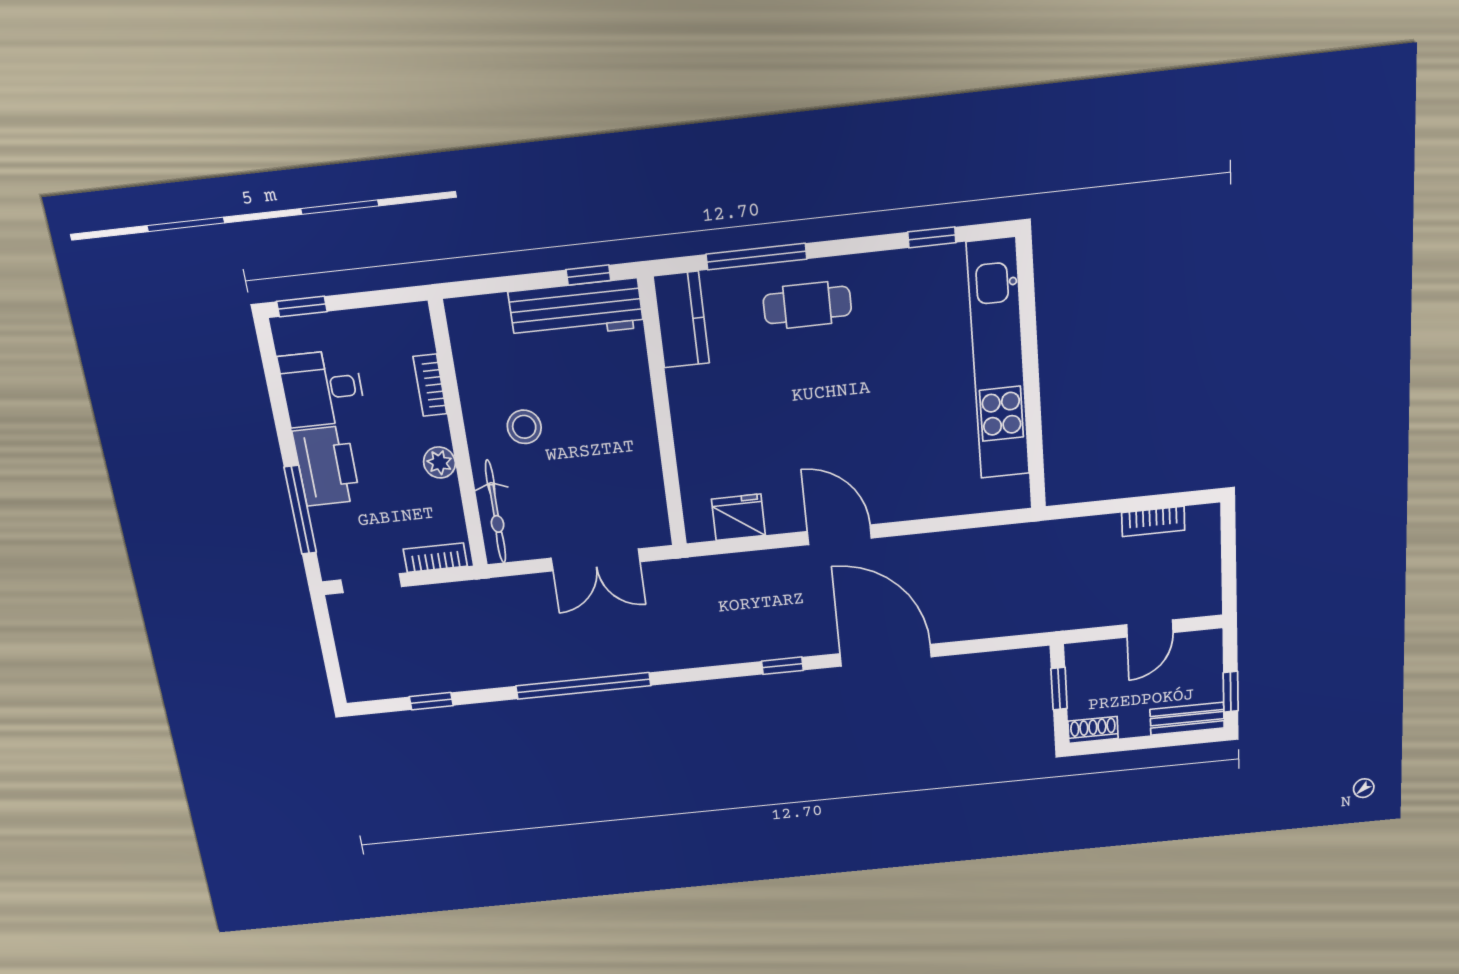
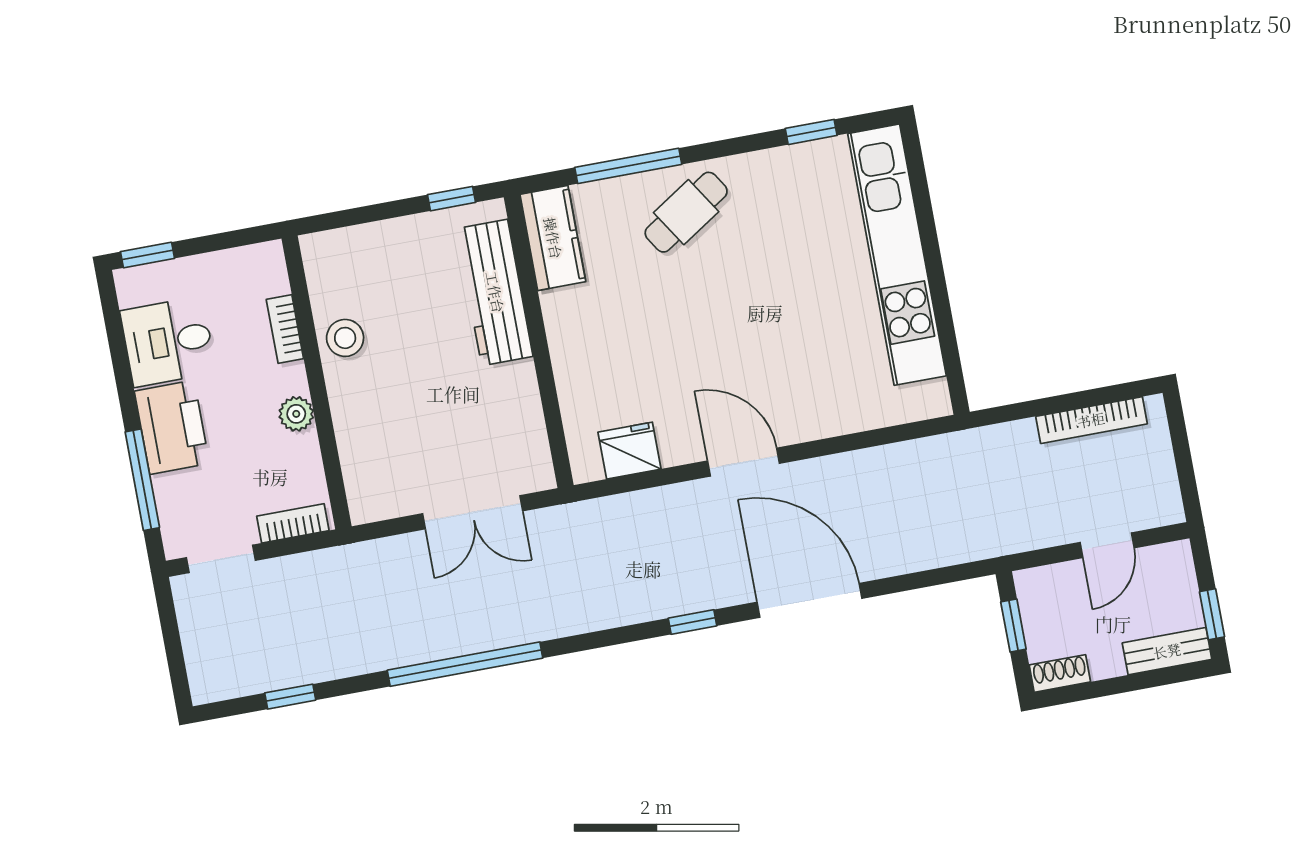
cafe table: (807, 305) -> (686, 212), turned -33
workbench: (576, 310) -> (495, 292), moved, turned 90
stool: (524, 427) -> (345, 338), moved
bicycle: (496, 512) -> (359, 465), removed
bookcase: (1153, 521) -> (1091, 420), width x1.56

